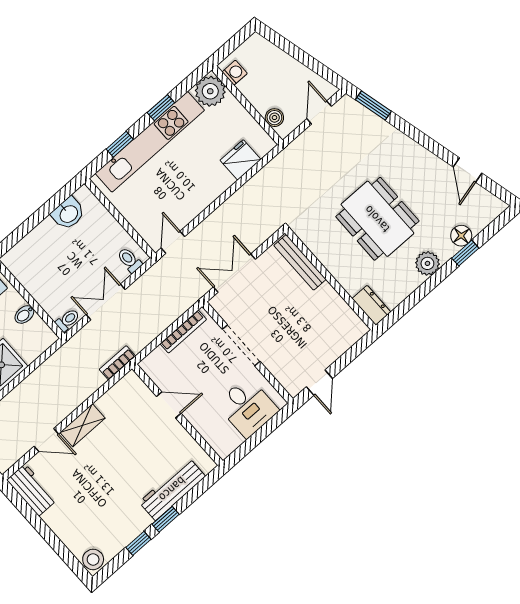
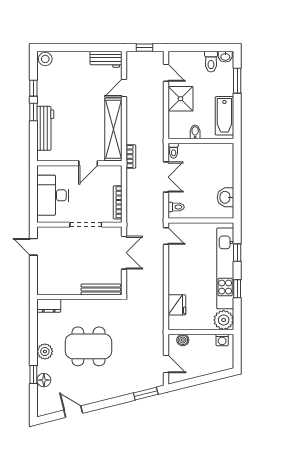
desk: (247, 407) -> (53, 195), width x1.37
shelving: (83, 425) -> (113, 129), width x2.20, depth x1.33

